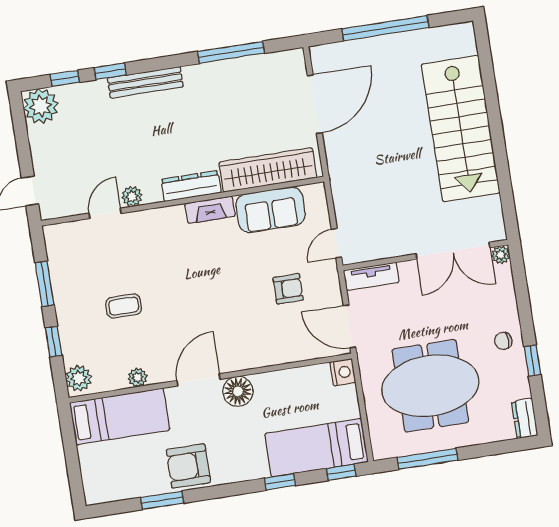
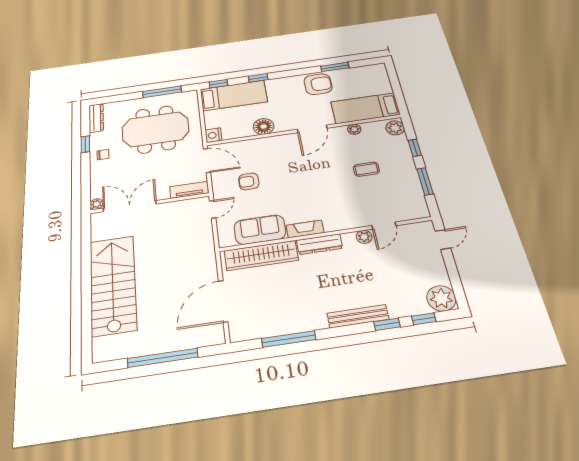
floor lamp: (238, 391) -> (264, 126), moved
dresser: (525, 418) -> (96, 118), width x1.44

